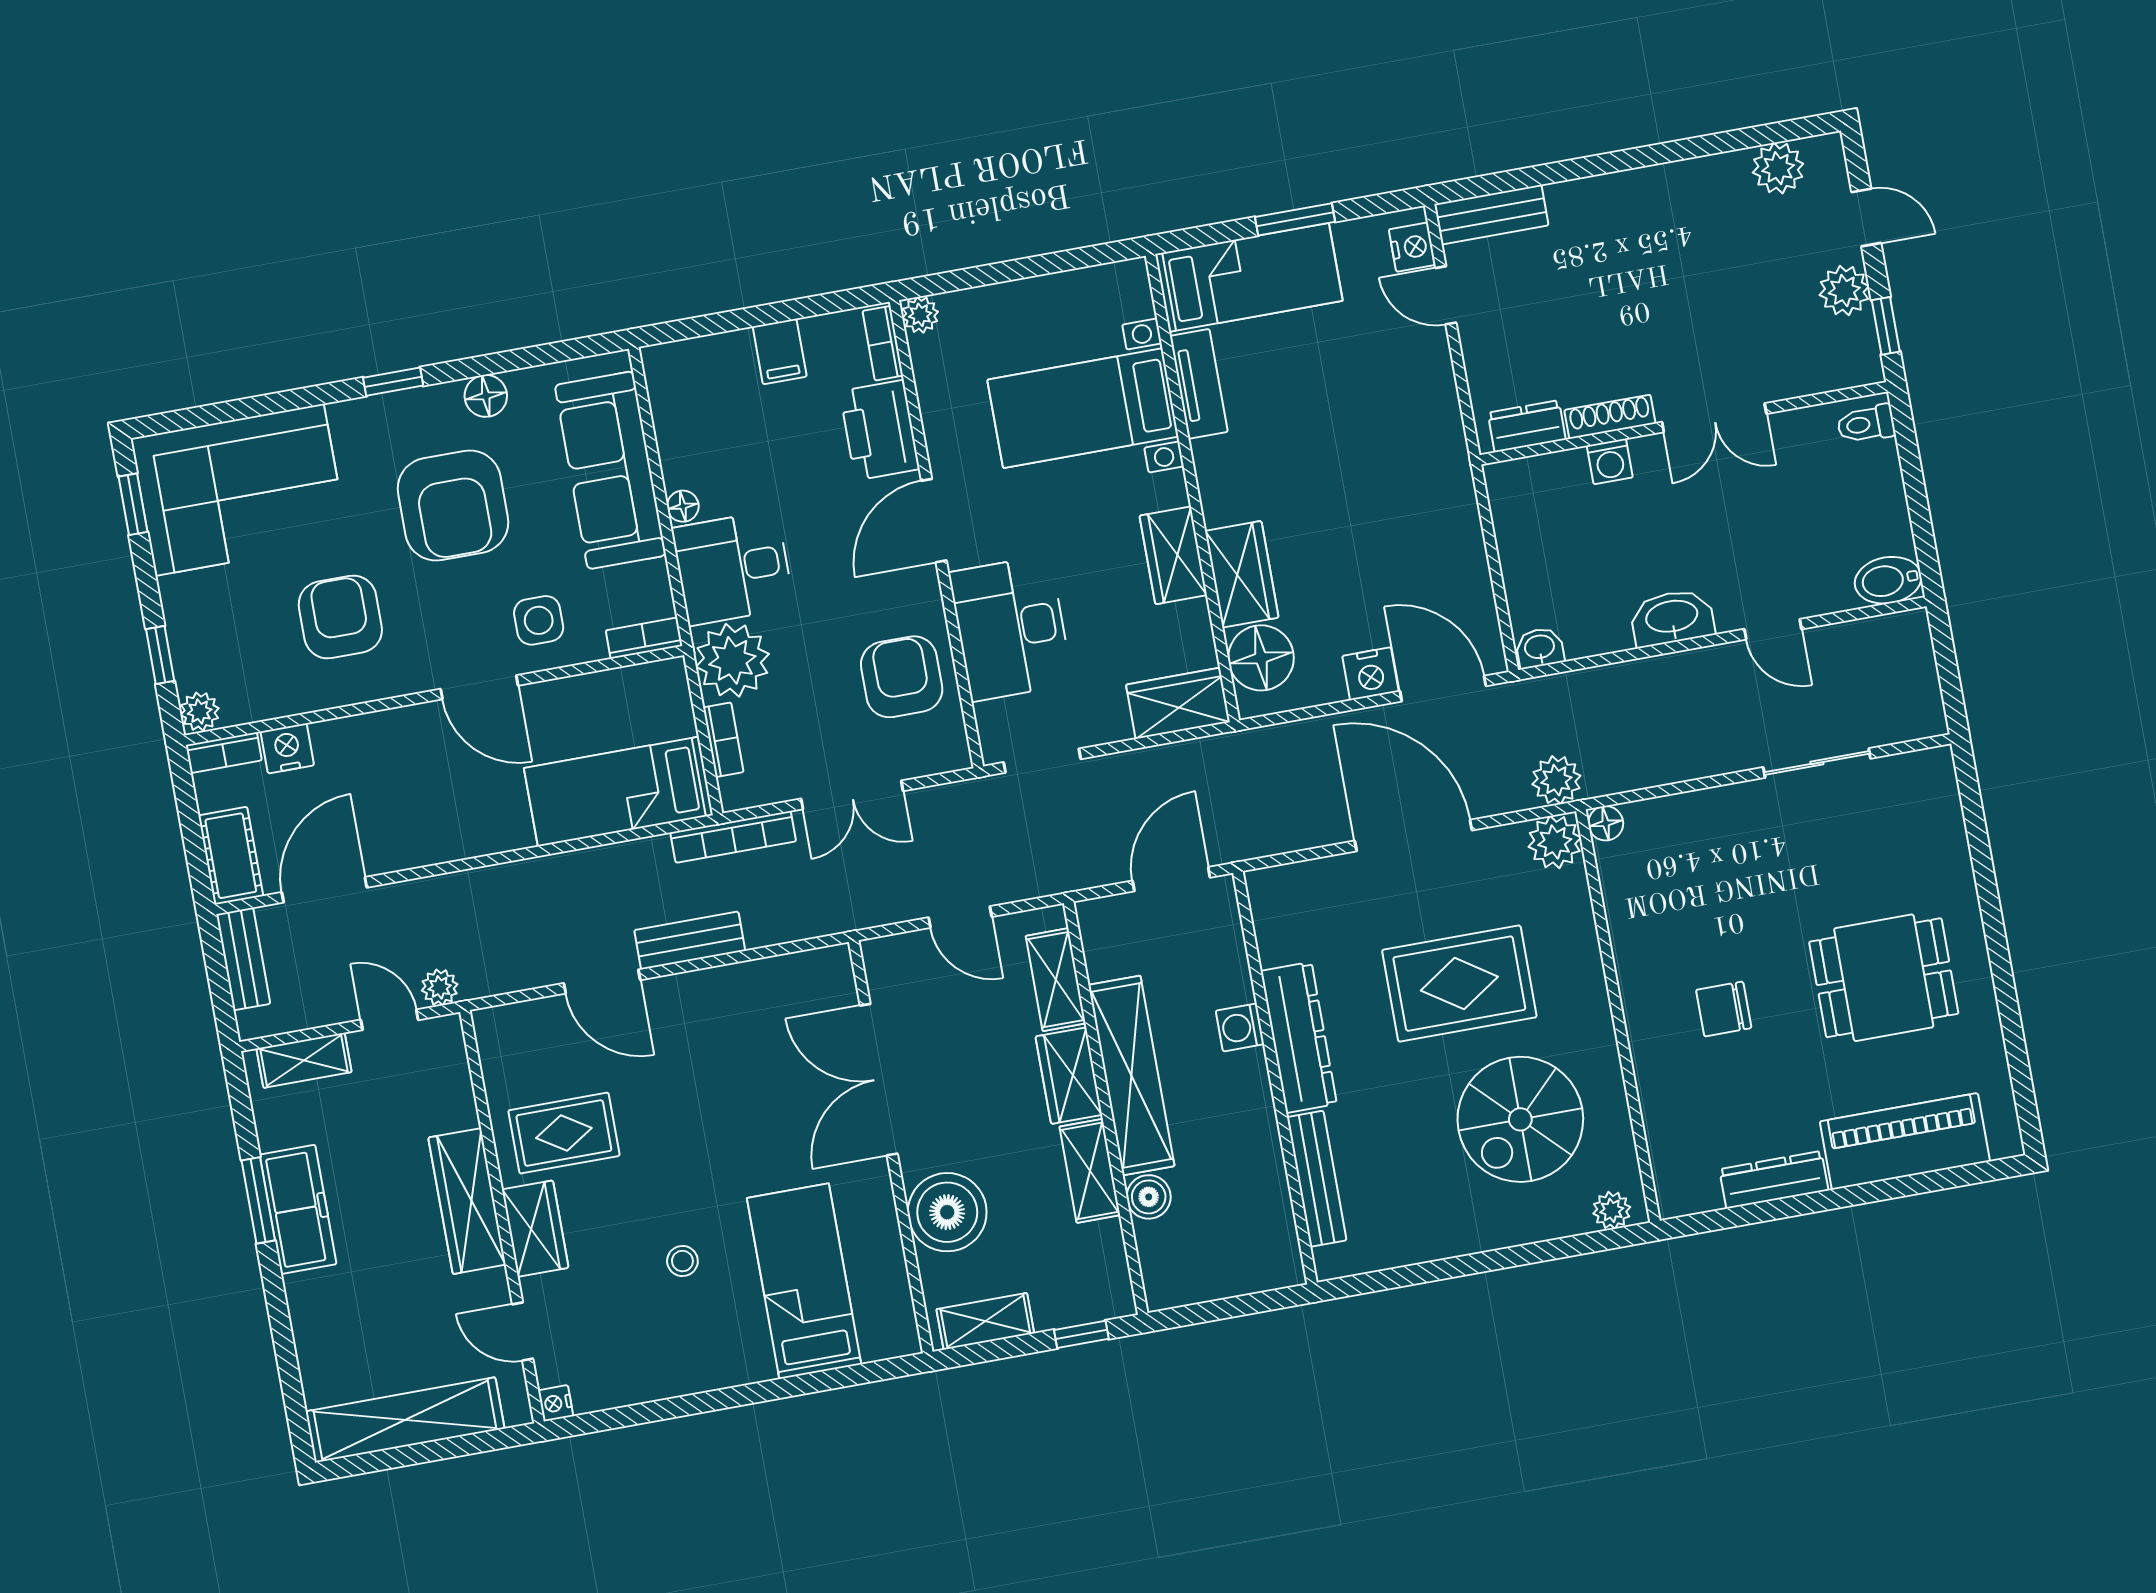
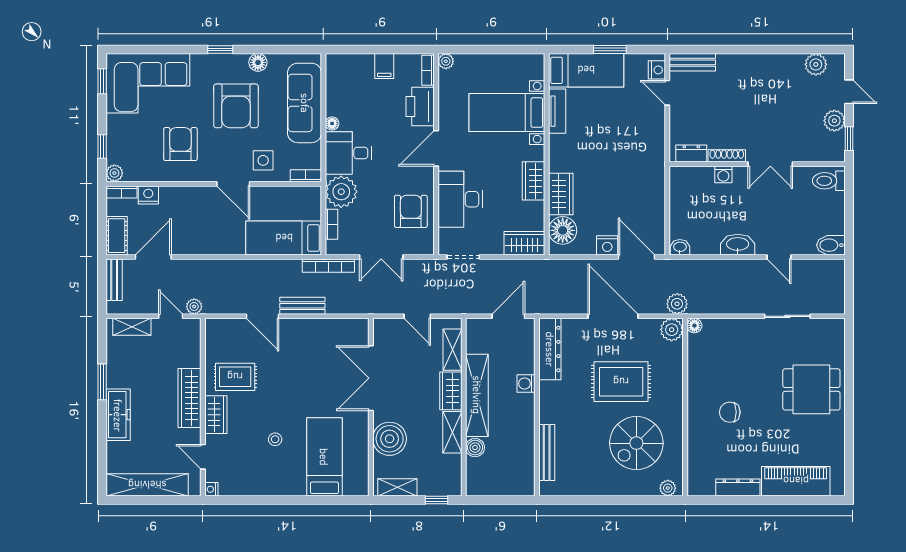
toilet: (1866, 424) -> (829, 181), width x1.37, depth x1.39
dining table: (1884, 978) -> (811, 389), moved
dresser: (1299, 1037) -> (550, 349), moved
freezer: (298, 1209) -> (118, 415), moved

